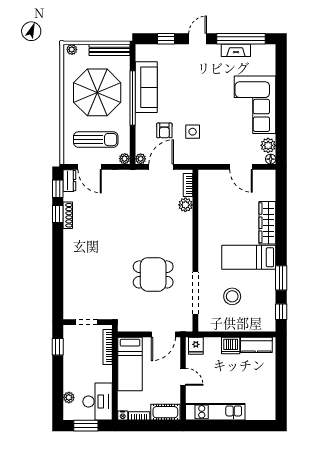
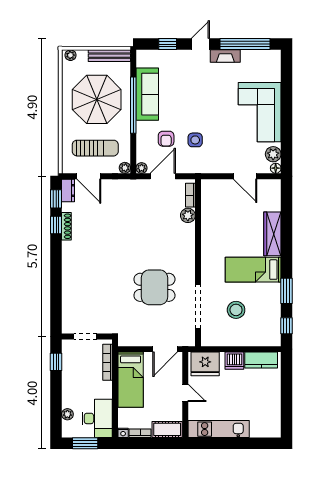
fireplace: (236, 50) -> (225, 56), moved
fridge: (196, 346) -> (205, 364), width x1.88, depth x1.34

